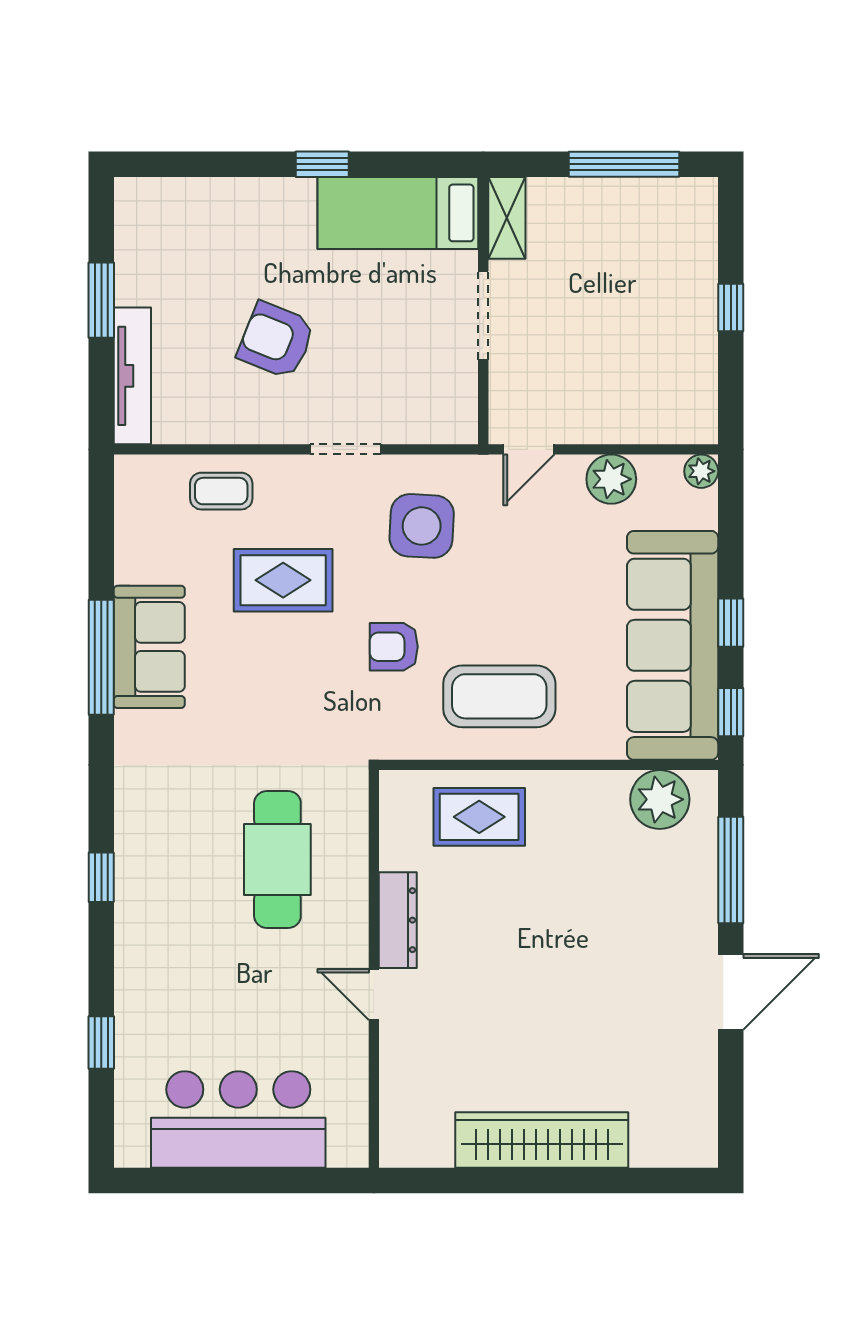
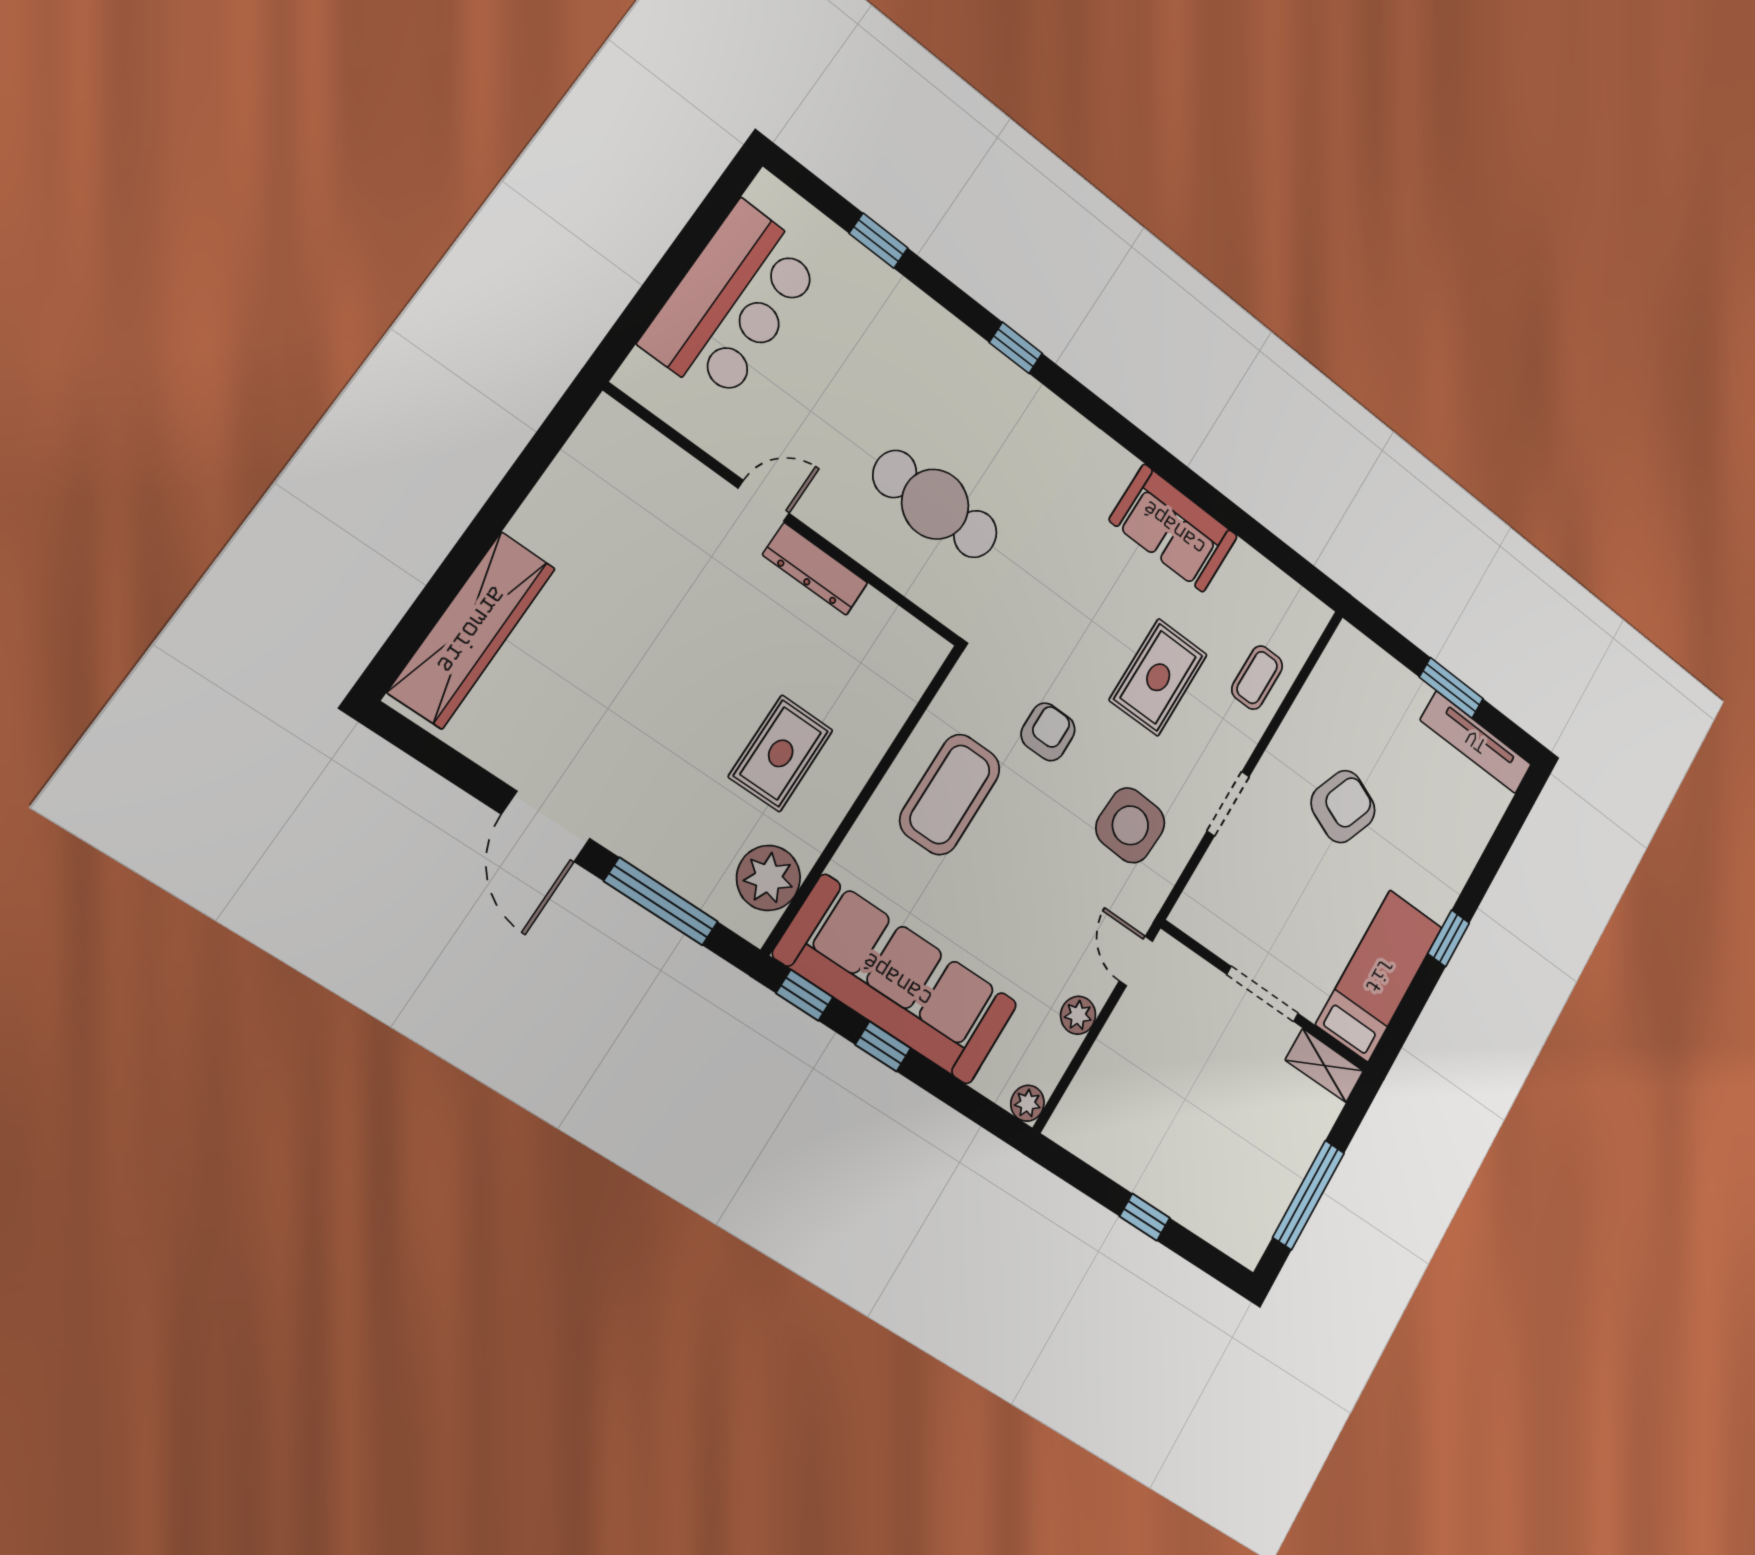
tv unit: (132, 376) -> (1476, 742), moved
plant: (611, 479) -> (1078, 1015), width x0.73, depth x0.73
window: (101, 657) -> (1190, 483), removed
rug: (479, 817) -> (781, 753), moved
wardrobe: (542, 1140) -> (472, 630), moved

